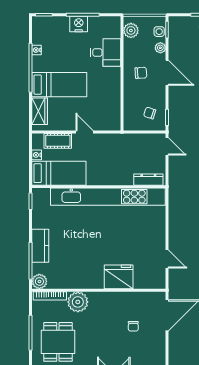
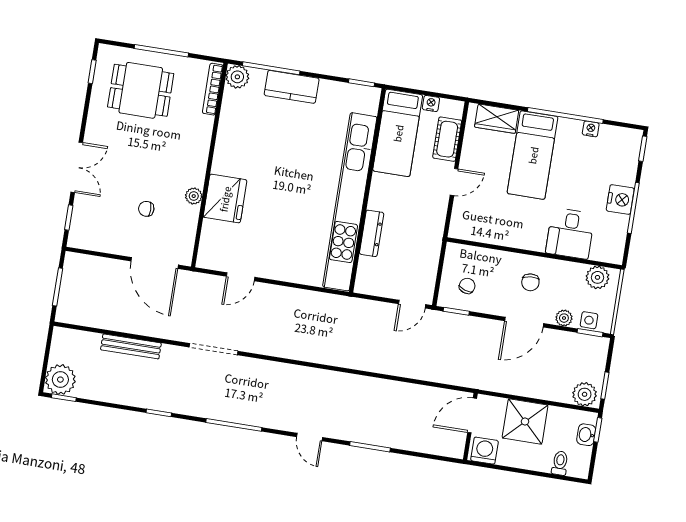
dresser: (148, 180) -> (372, 233), moved
plant: (78, 302) -> (194, 196), moved, width x0.53, depth x0.53

